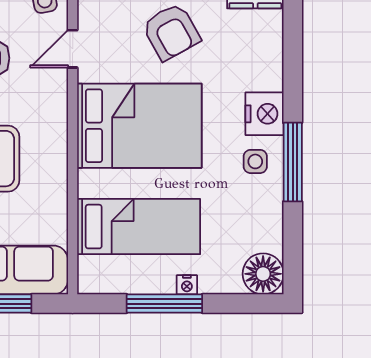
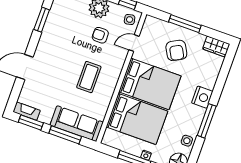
side table: (255, 161) -> (187, 141), moved
bed: (139, 227) -> (137, 119), width x1.50

